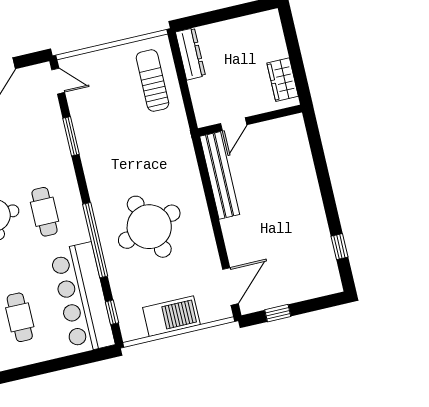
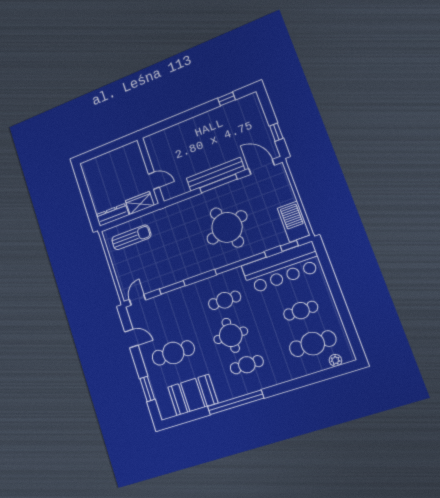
wardrobe: (283, 80) -> (140, 203), moved, turned 180
sun lounger: (153, 81) -> (131, 237), turned 180
bench: (220, 175) -> (215, 174), moved
window: (215, 221) -> (218, 183), added
barbecue: (171, 316) -> (294, 222), moved

